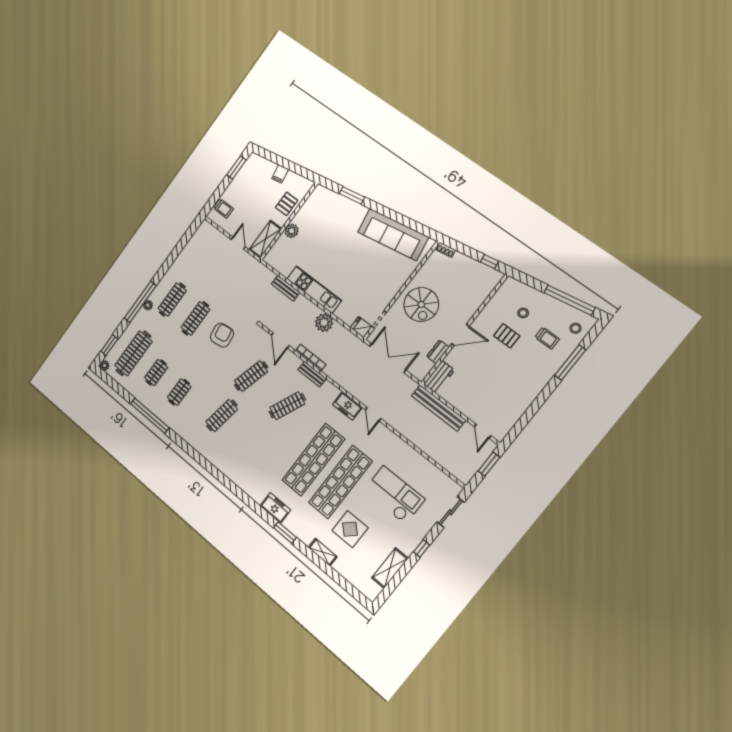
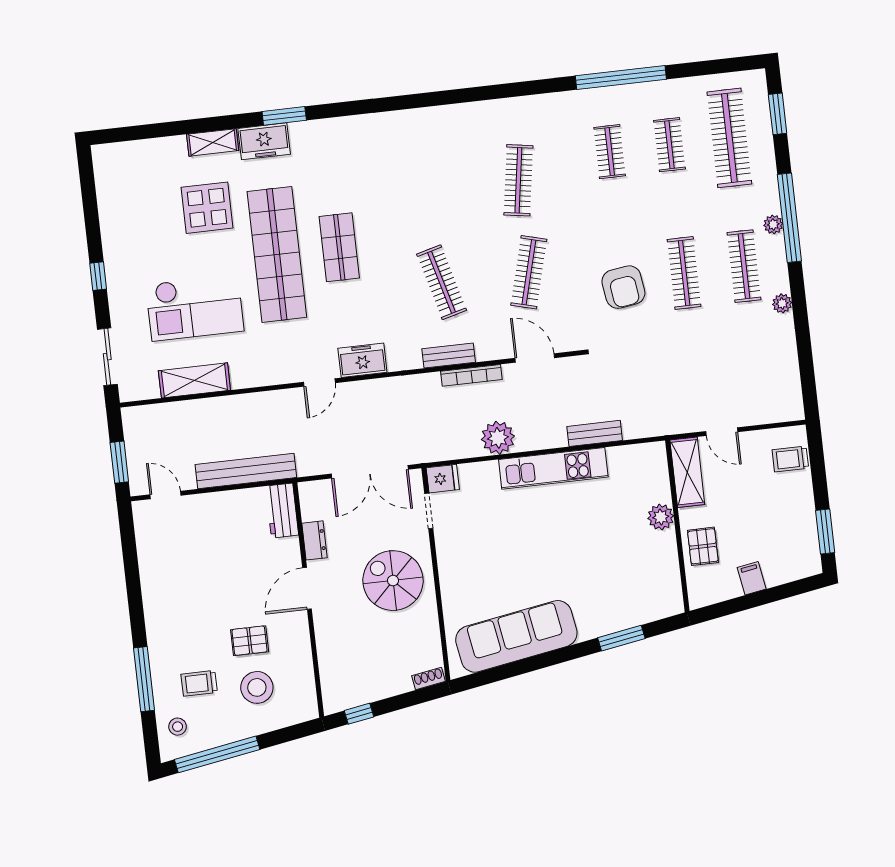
stool: (523, 313) -> (257, 687), width x1.89, depth x1.89
plant: (105, 366) -> (782, 303), moved
clothes rail: (287, 406) -> (442, 282), turned -39
door: (373, 414) -> (319, 383), swing flipped
shop shelf: (313, 460) -> (339, 247), width x0.50, depth x0.74
freezer: (275, 508) -> (264, 141), moved
shelving: (390, 568) -> (194, 380), moved, turned 90

